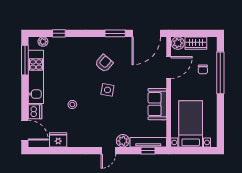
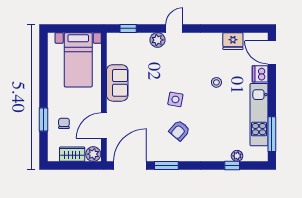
plant: (43, 42) -> (237, 156), moved
window: (220, 73) -> (43, 119), width x0.47
tv unit: (148, 142) -> (128, 38), removed

